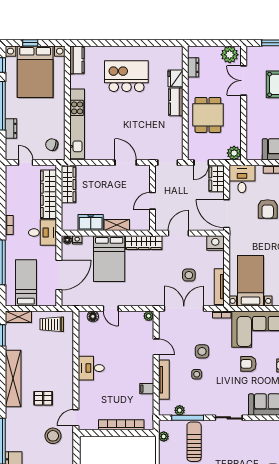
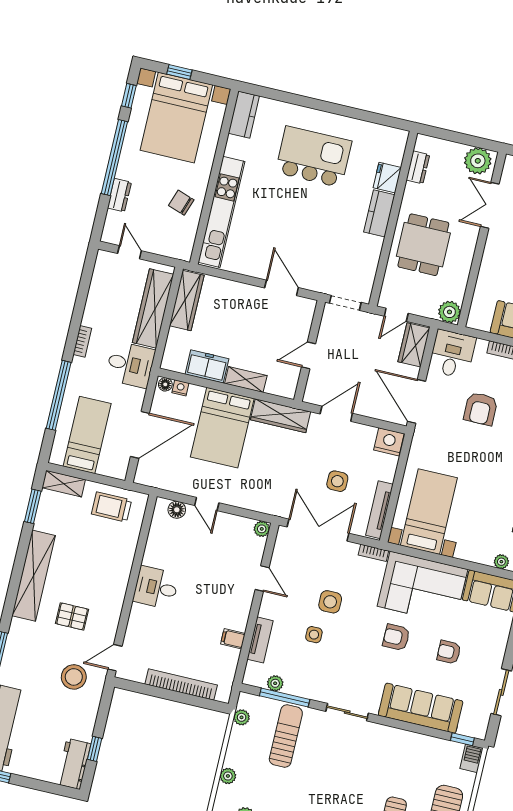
chair: (52, 145) -> (181, 203), moved
tv unit: (164, 380) -> (260, 640), width x0.71

